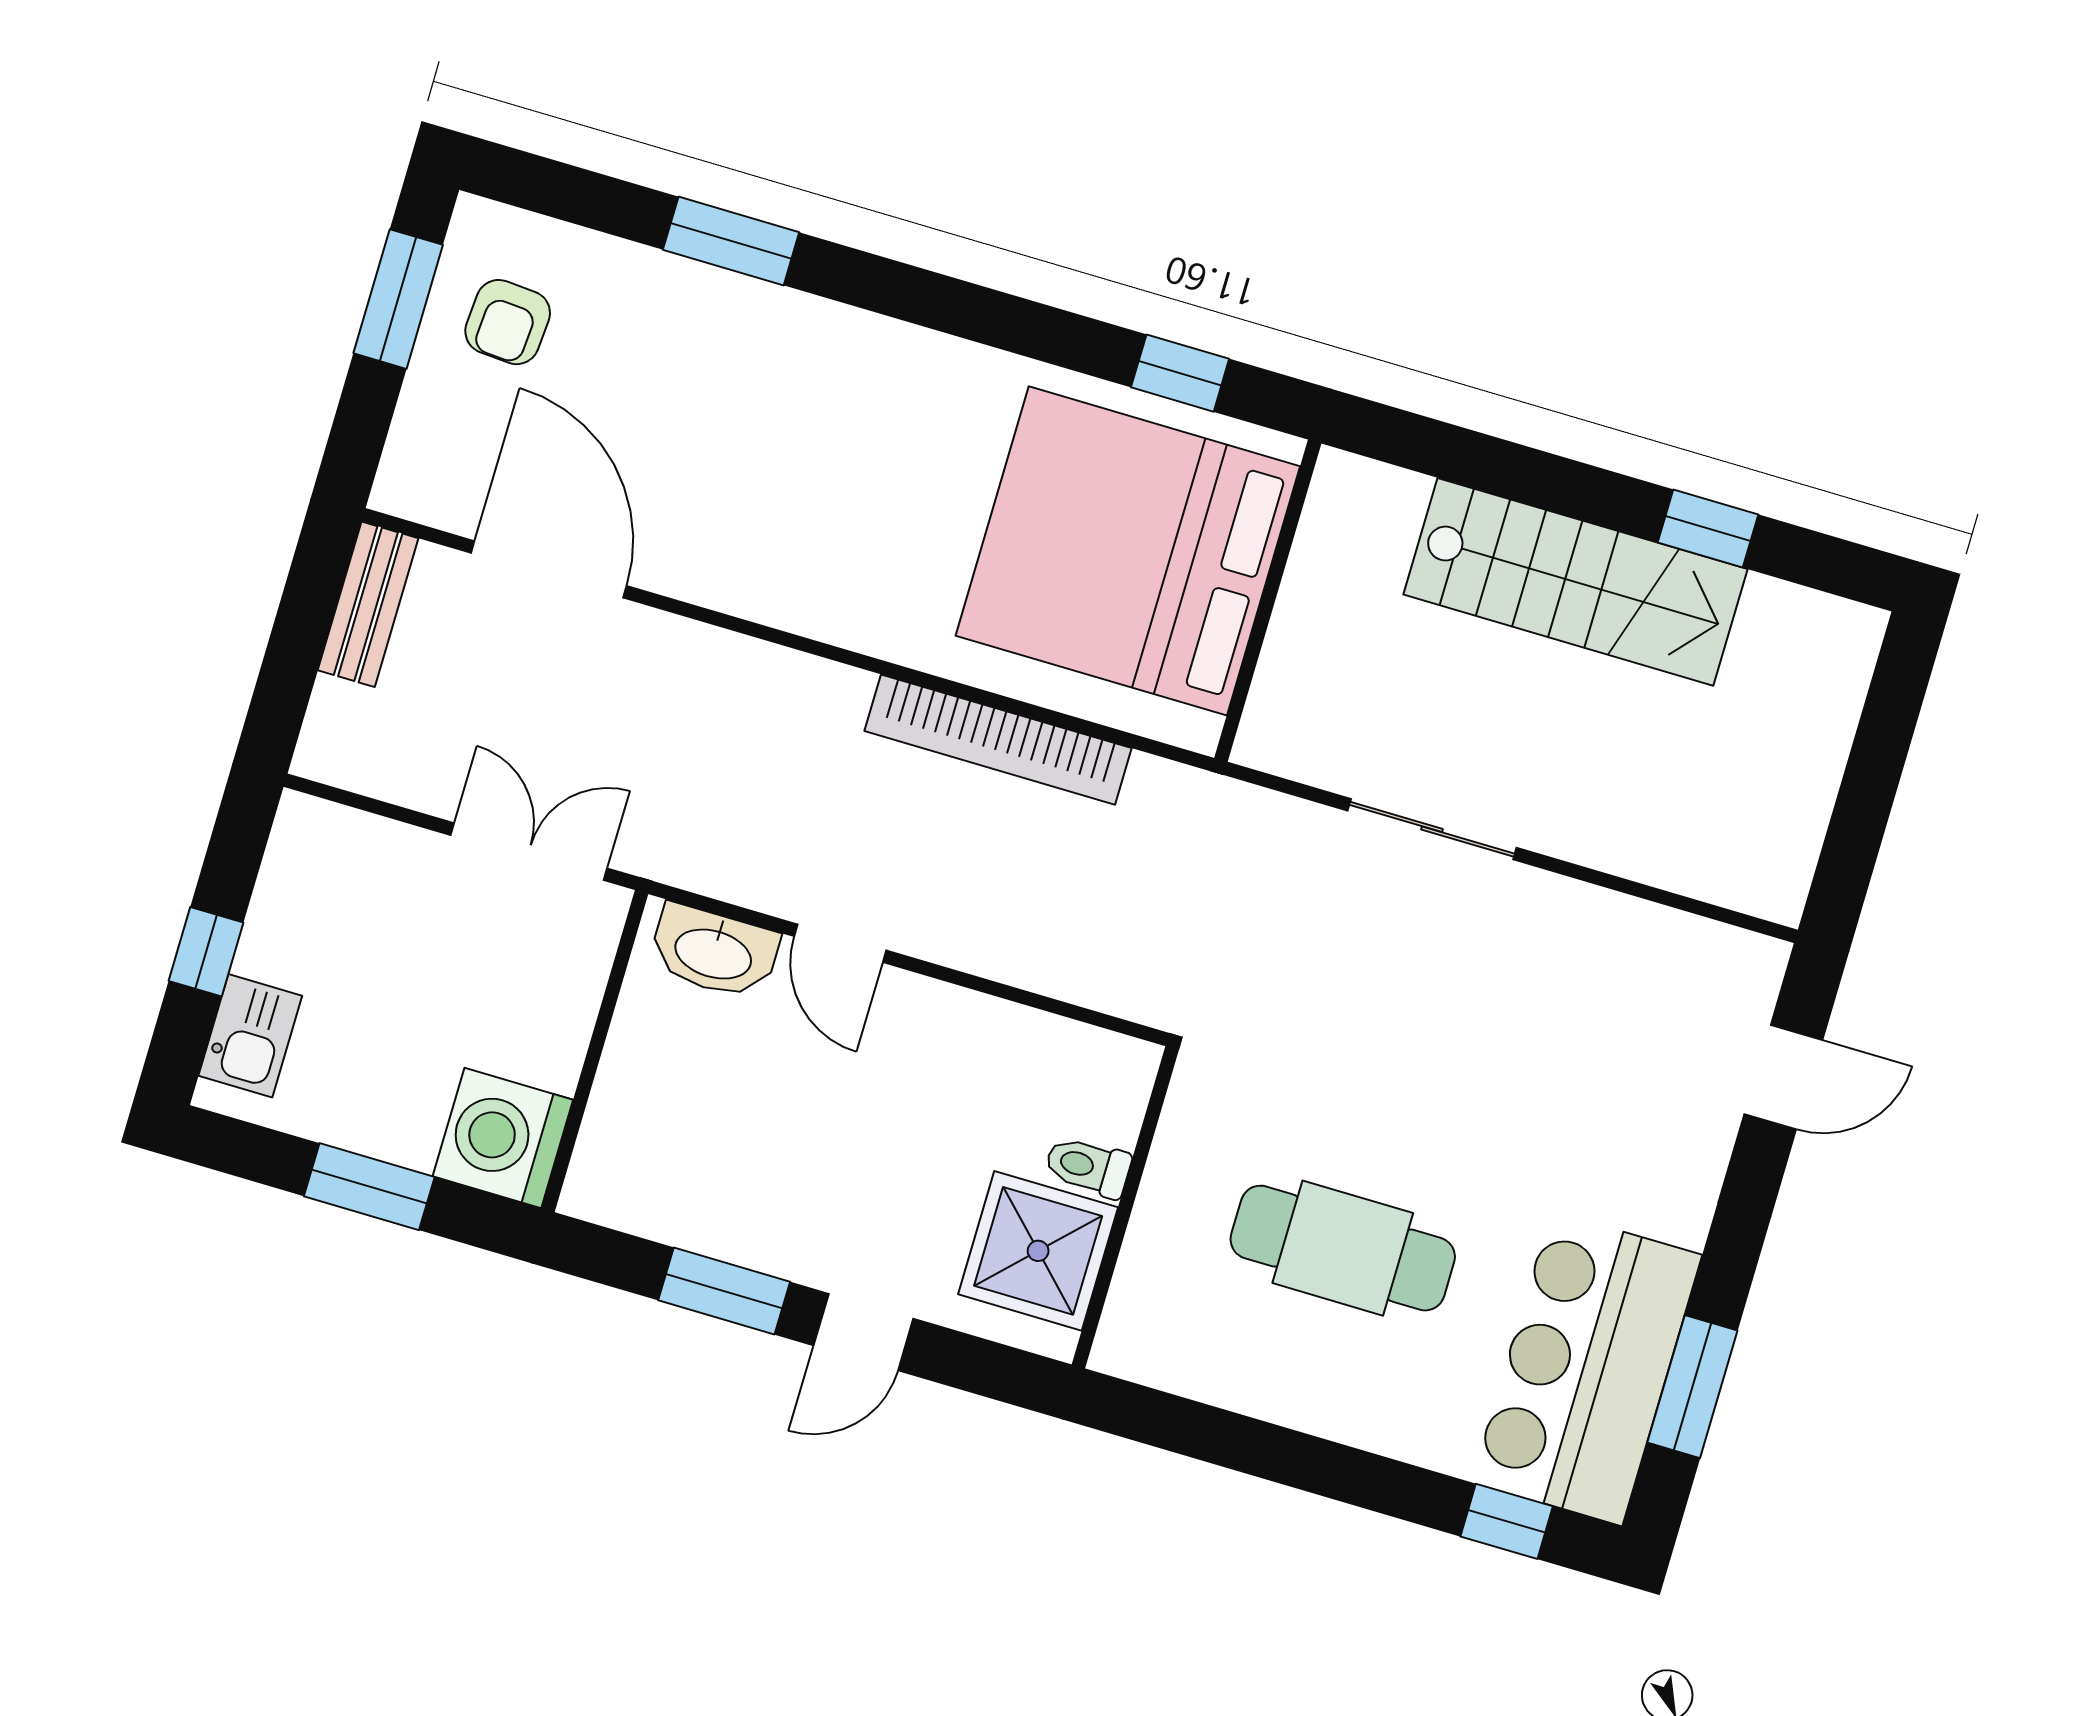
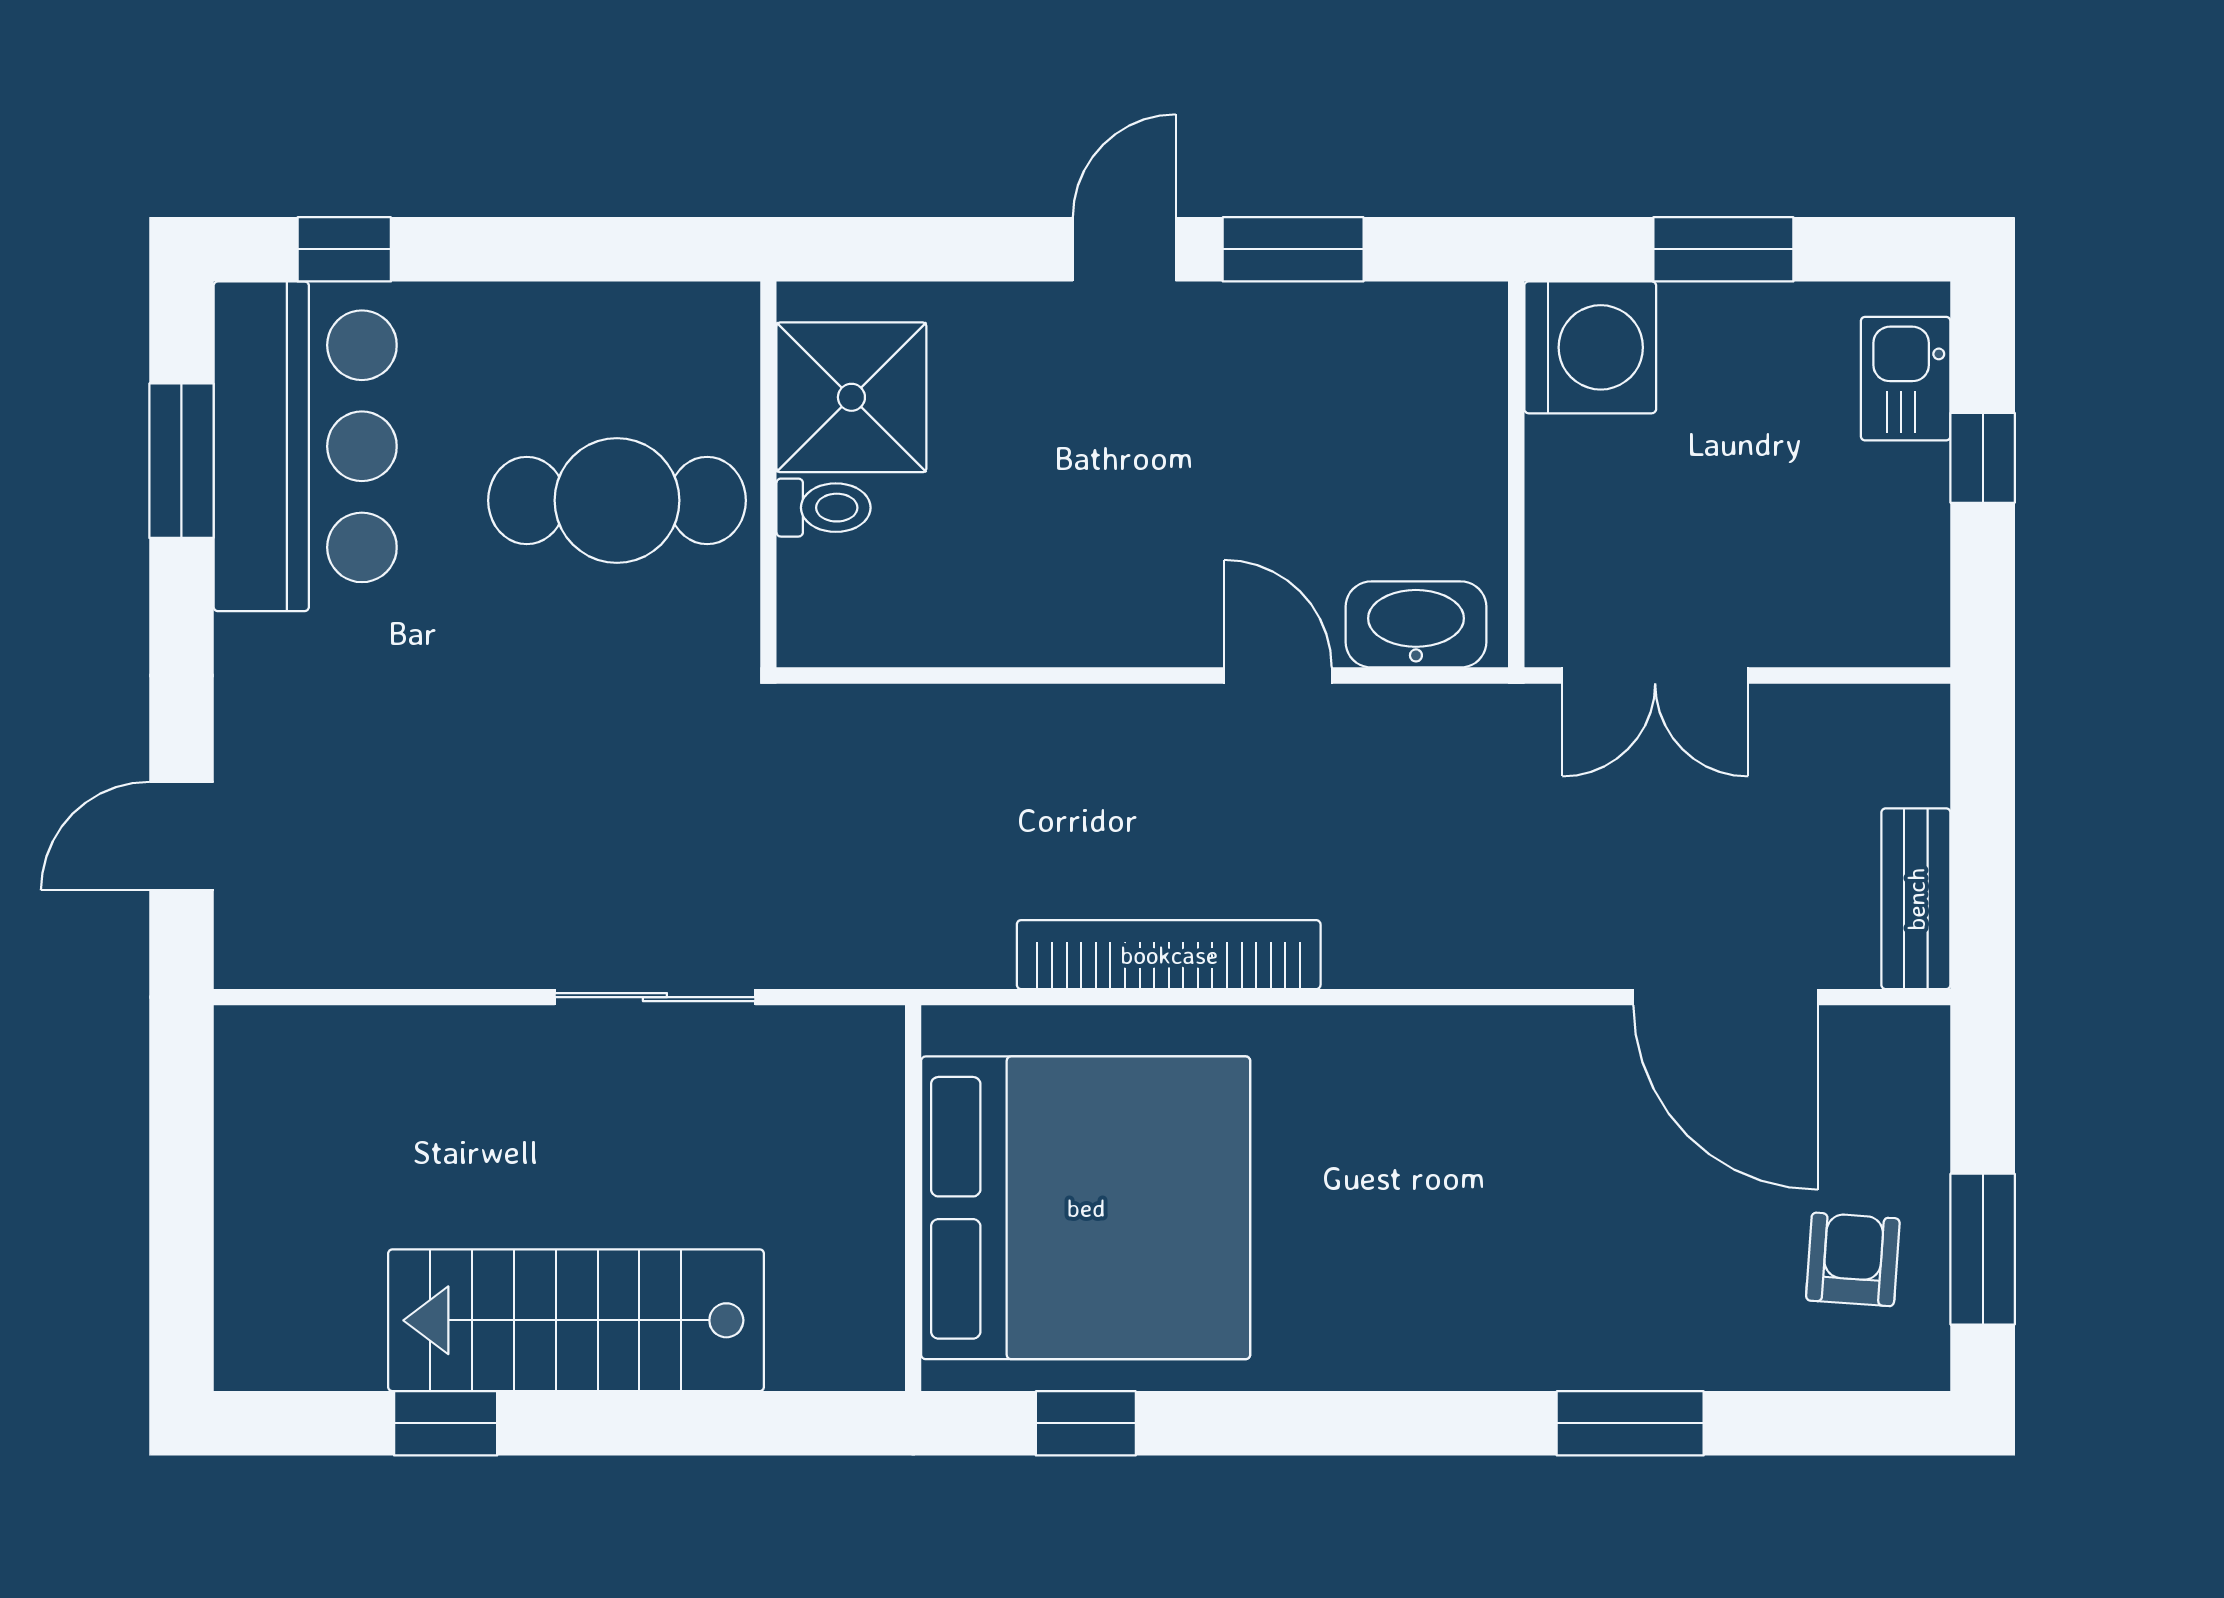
toilet: (1088, 1167) -> (824, 508), moved
wall: (1125, 1207) -> (768, 474), moved
shower: (1038, 1251) -> (851, 397), moved

